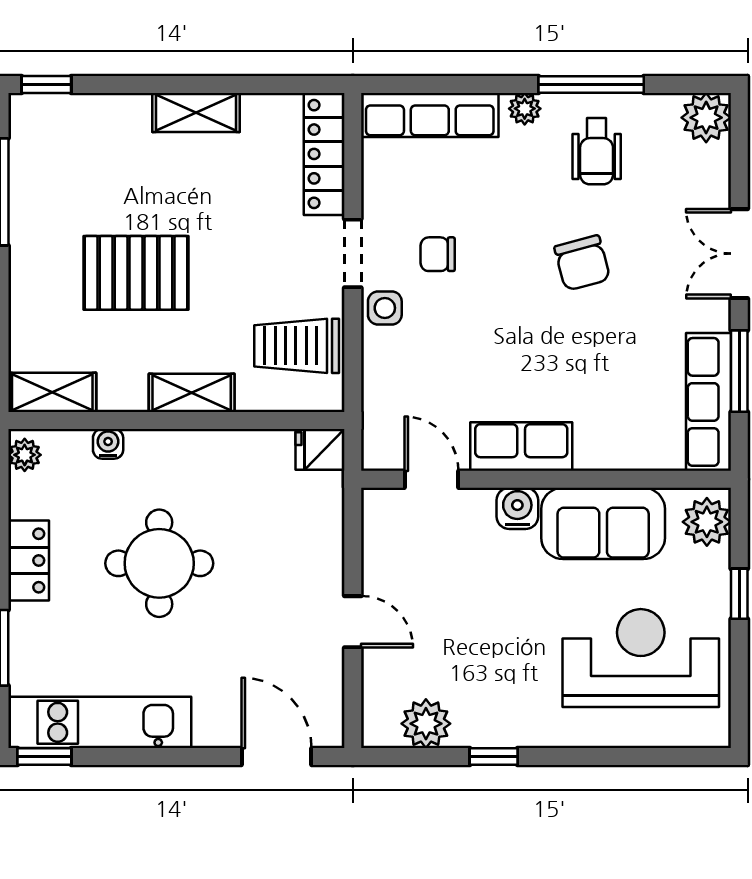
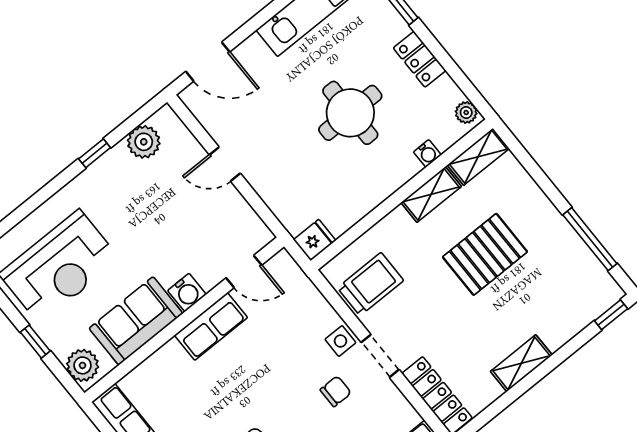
shelving: (192, 393) -> (431, 194), moved

